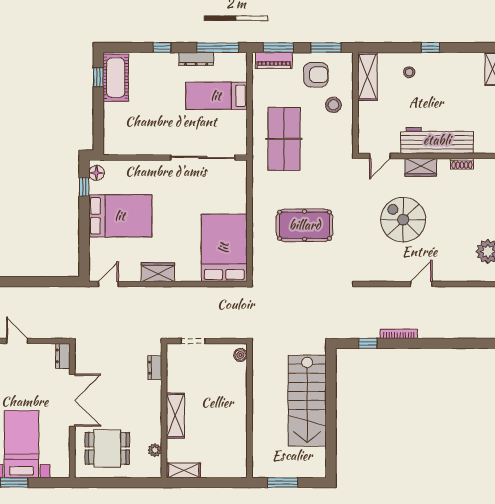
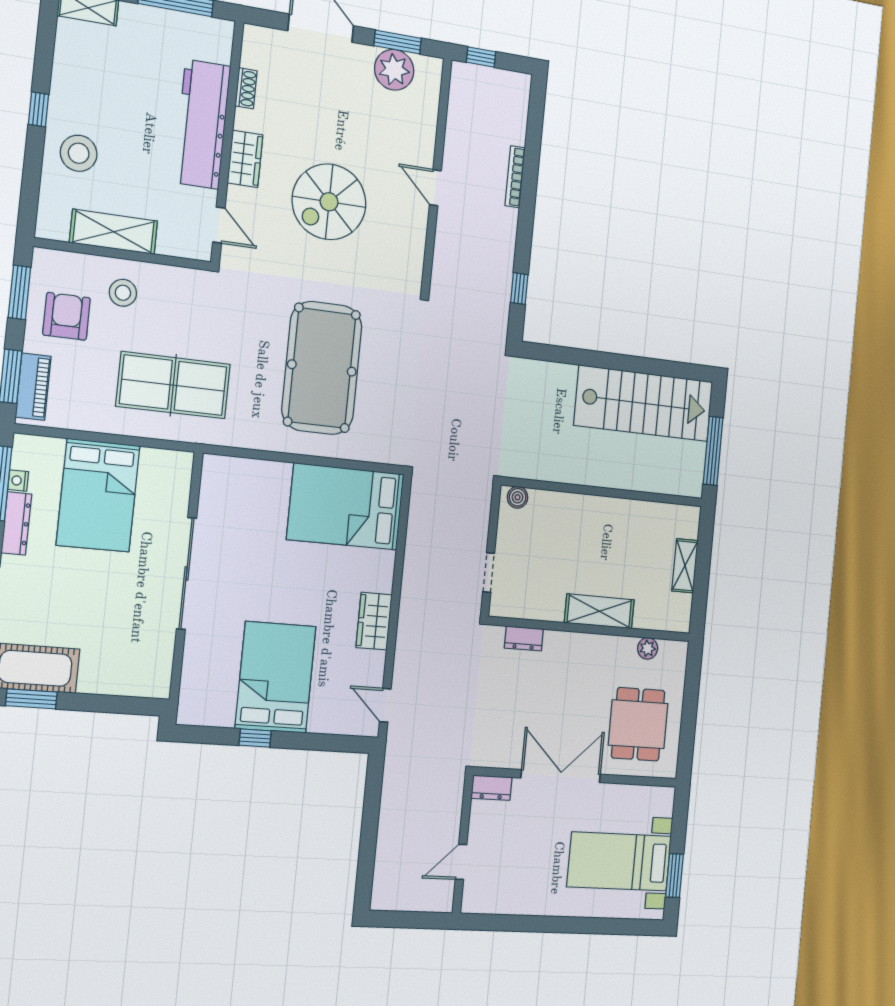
nightstand: (220, 58) -> (18, 481), added
stool: (409, 72) -> (79, 153), width x1.89, depth x1.89
shelving: (367, 76) -> (114, 232), moved
window: (98, 77) -> (31, 699), width x1.50
bed: (216, 96) -> (98, 495), width x1.50
sliding door: (203, 157) -> (186, 573), moved
floor lamp: (97, 173) -> (199, 713), removed
window: (84, 187) -> (255, 738), moved
pool table: (305, 225) -> (322, 368), width x1.36, depth x1.32
bookcase: (399, 334) -> (515, 177), moved
stairs: (307, 401) -> (644, 403), moved
shelving: (184, 470) -> (685, 566), moved
window: (283, 483) -> (713, 451), width x1.44

